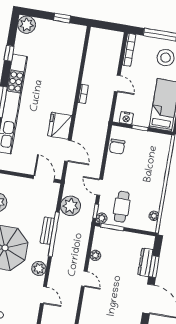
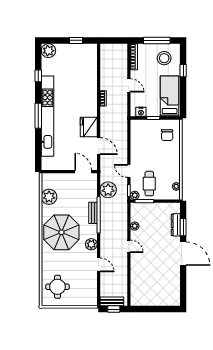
chair: (117, 147) -> (167, 135), moved

